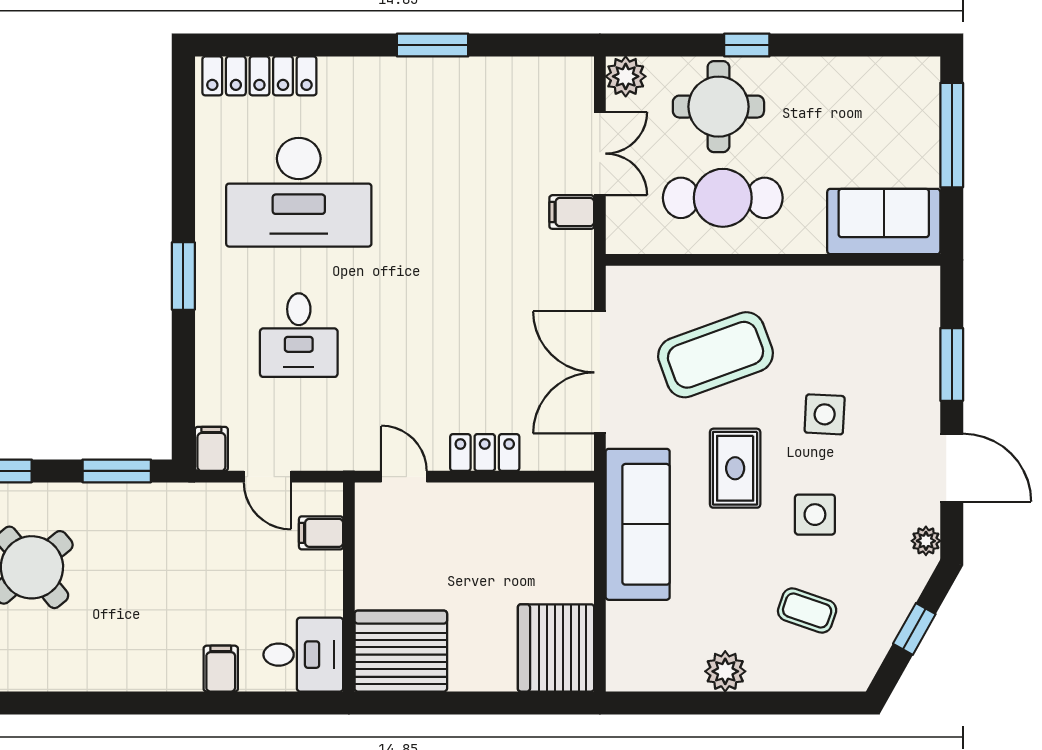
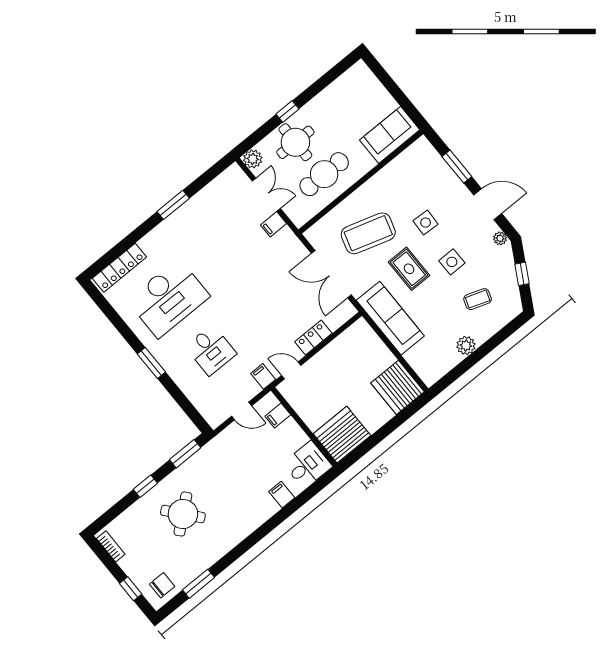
window: (952, 135) -> (389, 83), removed
coffee table: (716, 355) -> (368, 233), turned 37
filing cabinet: (211, 449) -> (263, 376), moved

